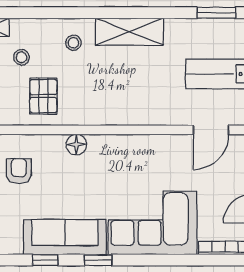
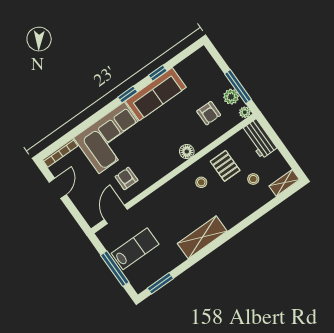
stool: (73, 43) -> (201, 182), moved
armchair: (169, 163) -> (126, 178), added

